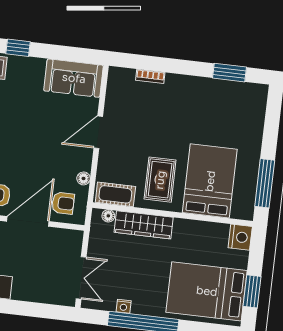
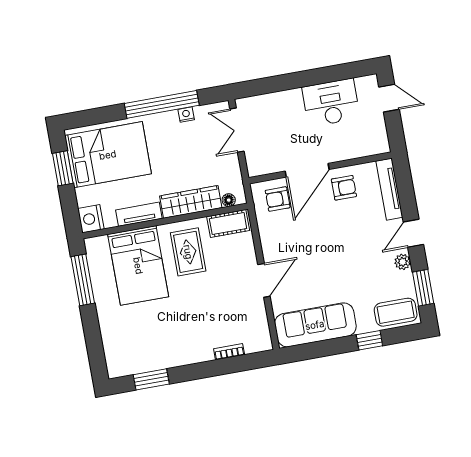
sofa: (74, 78) -> (315, 325), width x1.36
floor lamp: (83, 178) -> (265, 230), removed
tv unit: (195, 228) -> (139, 214), added

